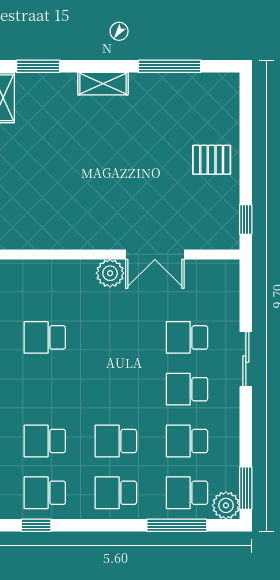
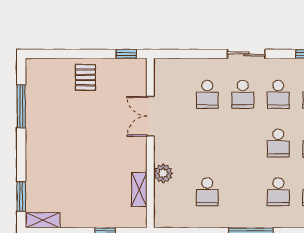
shelving: (103, 84) -> (139, 190), moved
double door: (155, 254) -> (150, 116), swing flipped
plant: (110, 273) -> (163, 173), moved
sliding door: (246, 359) -> (246, 54), moved

